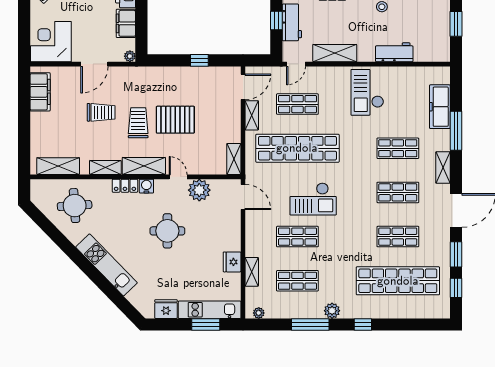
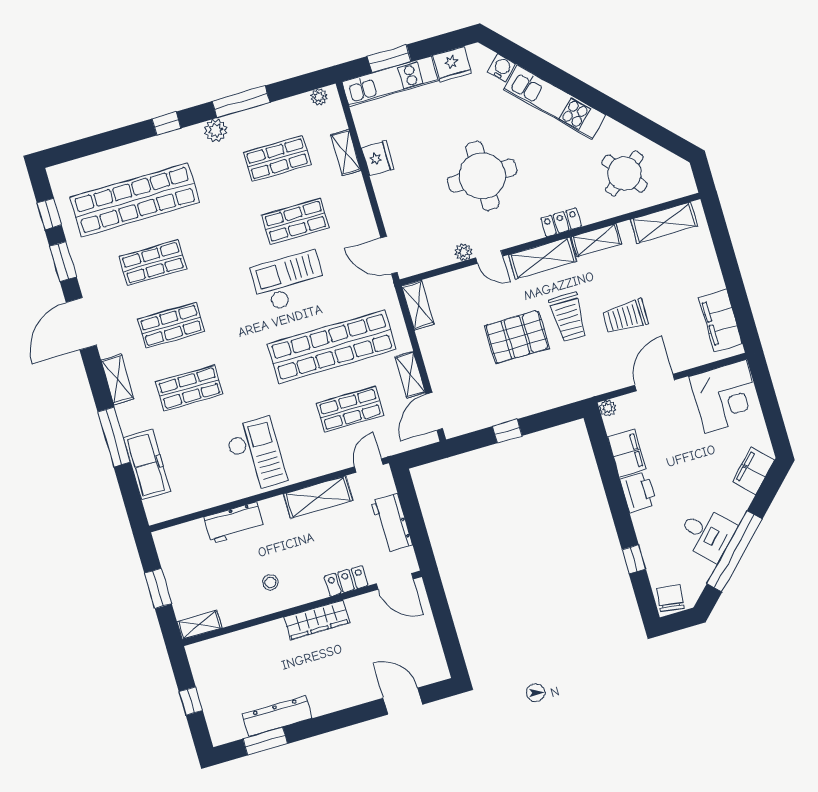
window: (276, 20) -> (414, 519), removed
water cooler: (146, 186) -> (502, 68), moved, turned -134
plant: (199, 190) -> (463, 252), width x0.53, depth x0.53
round table: (75, 206) -> (624, 173), turned -33
round table: (167, 231) -> (482, 176), width x1.36, depth x1.36

